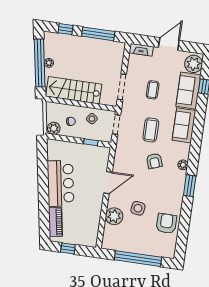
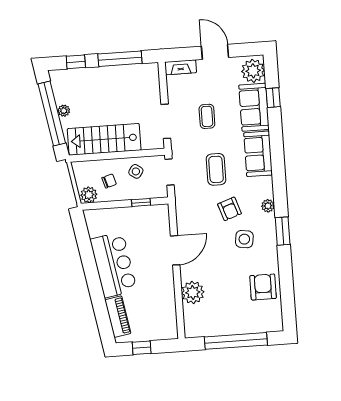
door: (169, 44) -> (215, 52), hinge flipped
side table: (138, 208) -> (244, 239), moved

